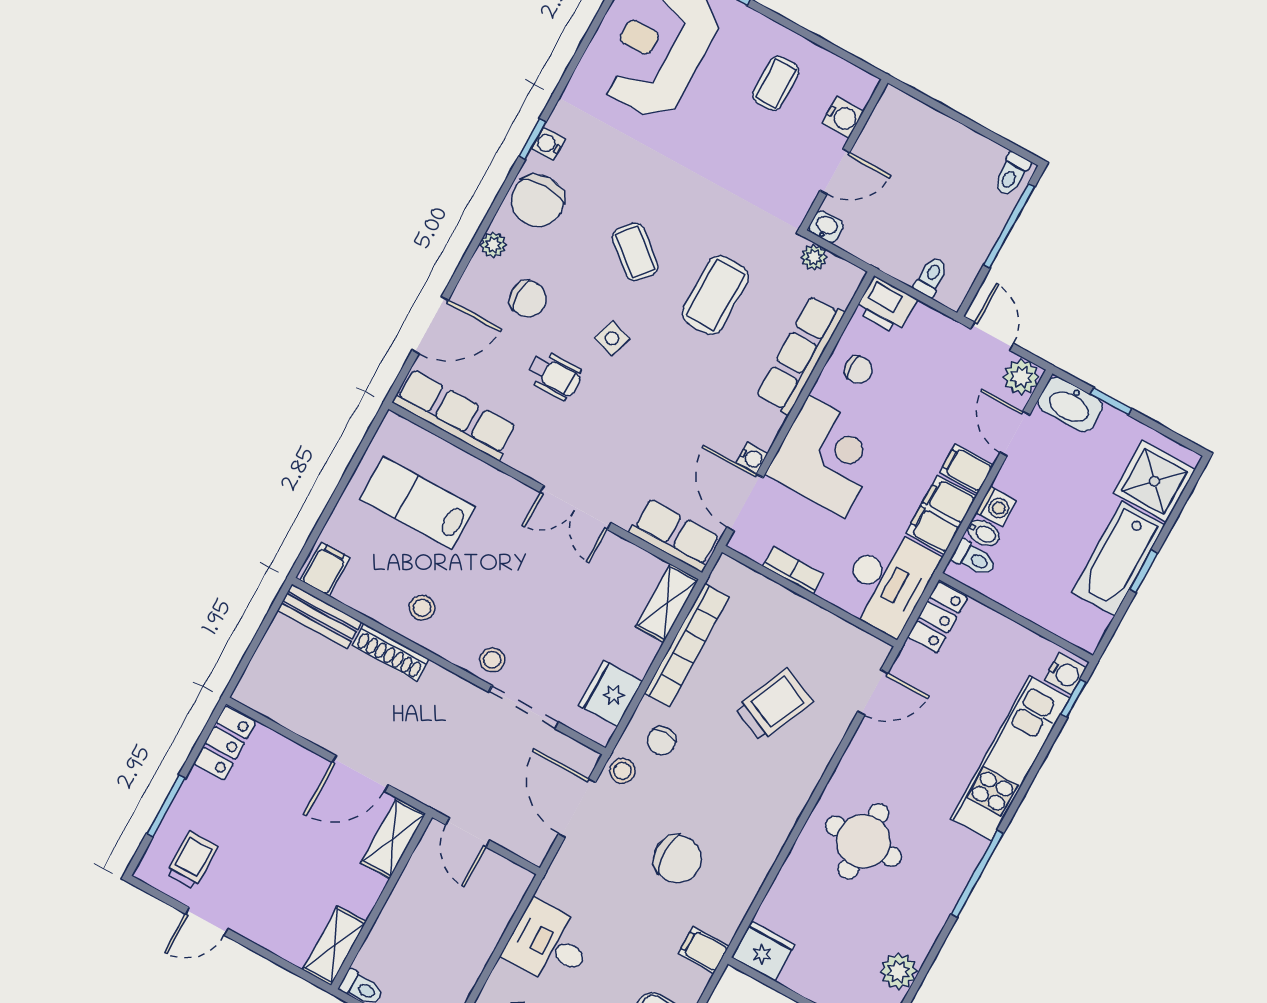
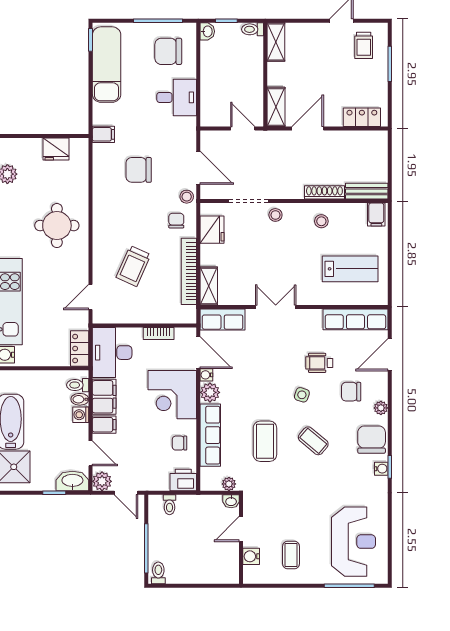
plant: (762, 426) -> (210, 392), added
locker: (225, 743) -> (362, 117), moved, turned 90
fridge: (763, 951) -> (56, 149), moved

